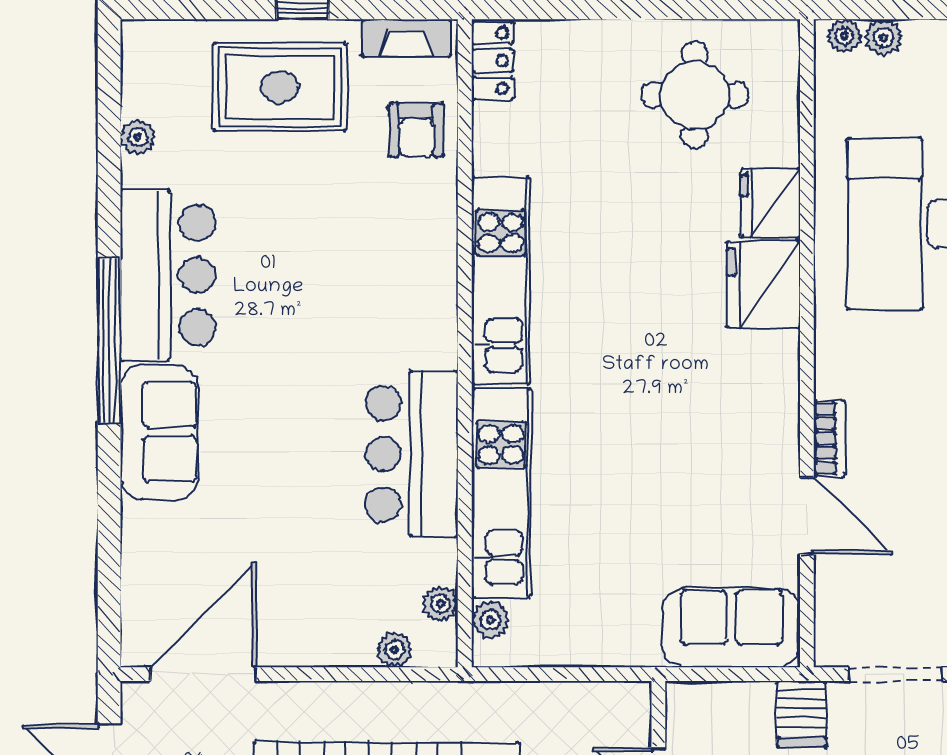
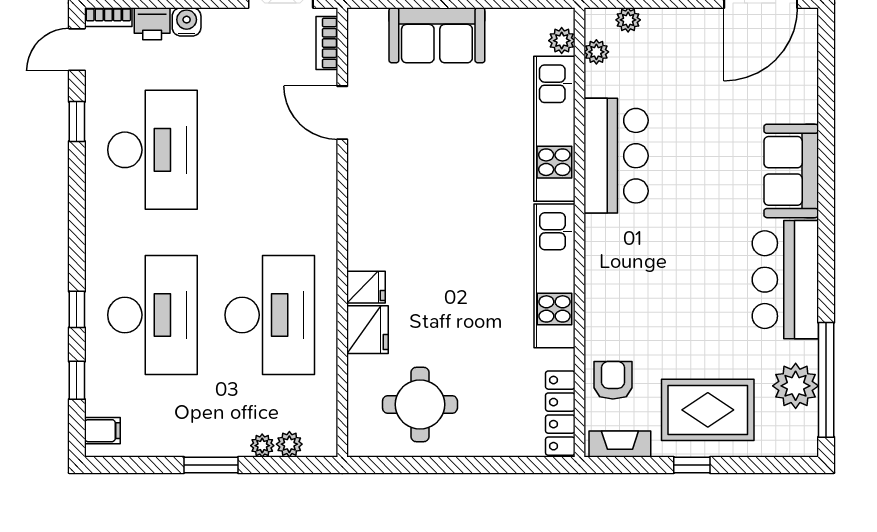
plant: (844, 36) -> (262, 446), moved
locker: (493, 61) -> (560, 413), width x1.53
plant: (138, 137) -> (796, 386), width x1.88, depth x1.88
fridge: (763, 285) -> (366, 287), width x0.53, depth x0.75
window: (109, 341) -> (826, 380), moved
bookcase: (829, 438) -> (327, 43), moved
sofa: (731, 628) -> (437, 35), moved

